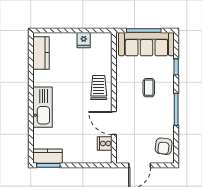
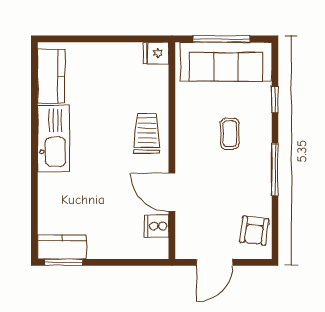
fridge: (84, 40) -> (156, 53), moved, turned 90
kitchen sink: (42, 107) -> (54, 138), moved

